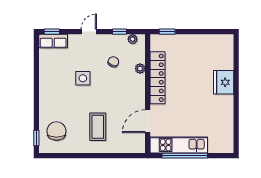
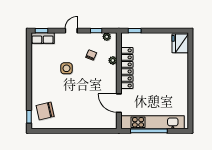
fridge: (224, 82) -> (180, 43), moved
door: (148, 121) -> (119, 103), hinge flipped
coffee table: (98, 127) -> (79, 108), removed
chair: (56, 131) -> (45, 111), turned -103
kitchen unit: (179, 145) -> (153, 122), width x1.36

